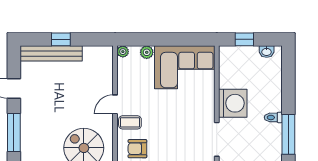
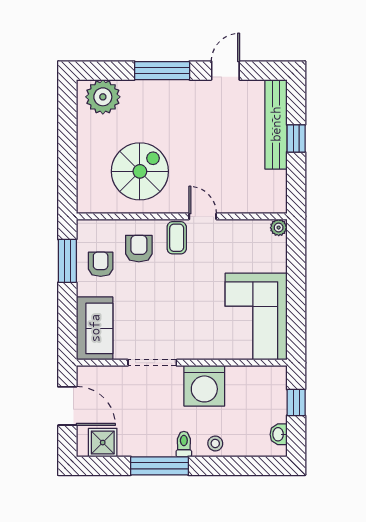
plant: (147, 52) -> (278, 262), removed
stool: (273, 96) -> (215, 443), added

